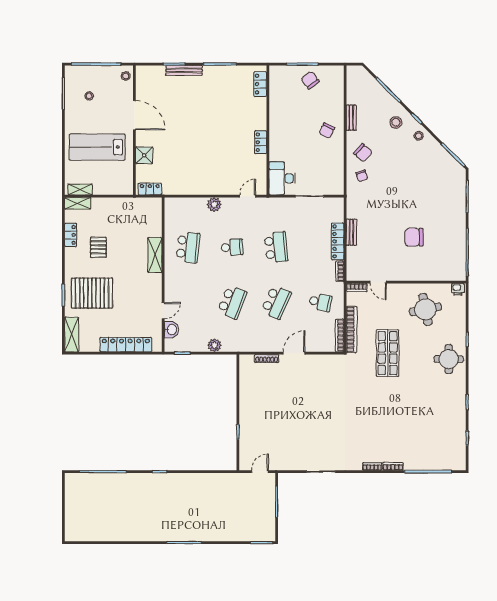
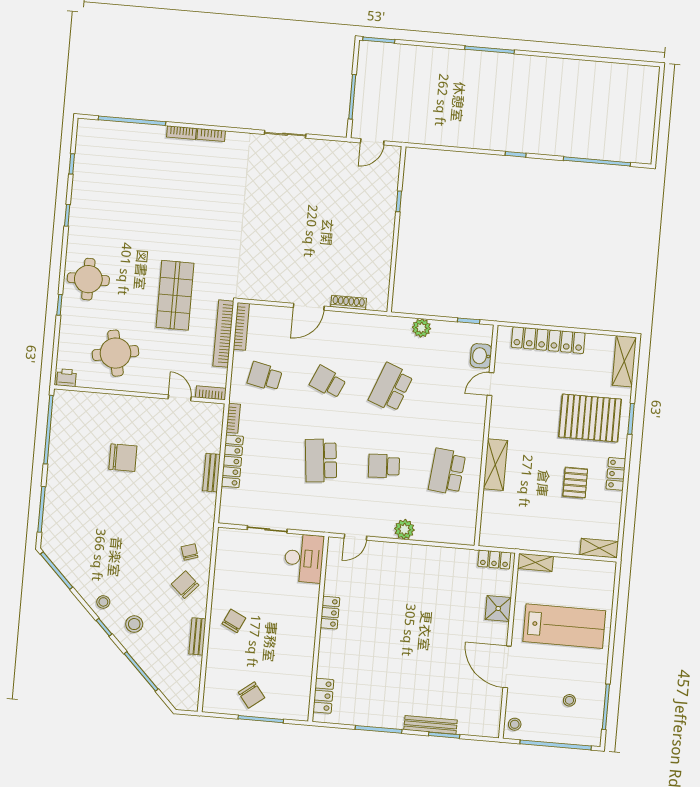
shelving: (80, 189) -> (535, 562), moved
locker: (71, 235) -> (616, 474), moved
school desk: (276, 302) -> (328, 382), width x0.54

